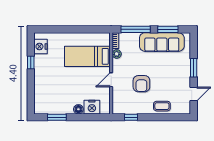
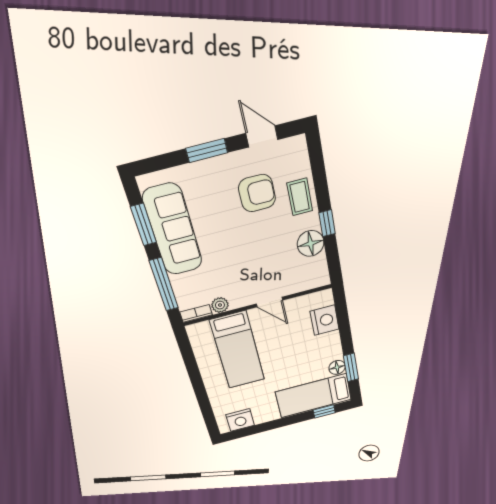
window: (31, 63) -> (324, 411), moved
armchair: (141, 84) -> (257, 193), moved
bed: (44, 92) -> (314, 396), added
floor lamp: (137, 107) -> (311, 243), added
floor lamp: (78, 109) -> (337, 367), moved
window: (131, 117) -> (327, 223), moved

